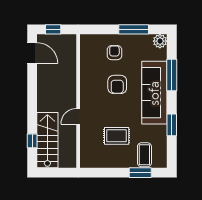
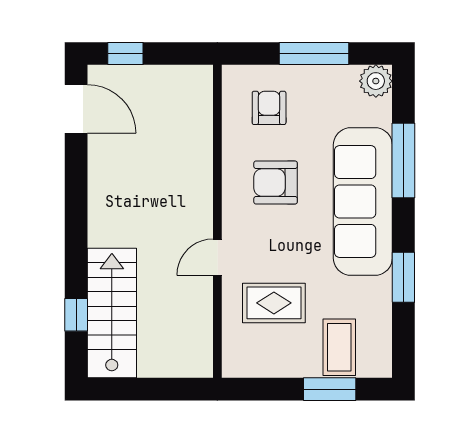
armchair: (117, 84) -> (276, 183), turned 90
wall: (78, 101) -> (217, 221), moved
door: (78, 116) -> (217, 257), moved

